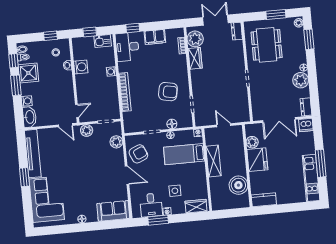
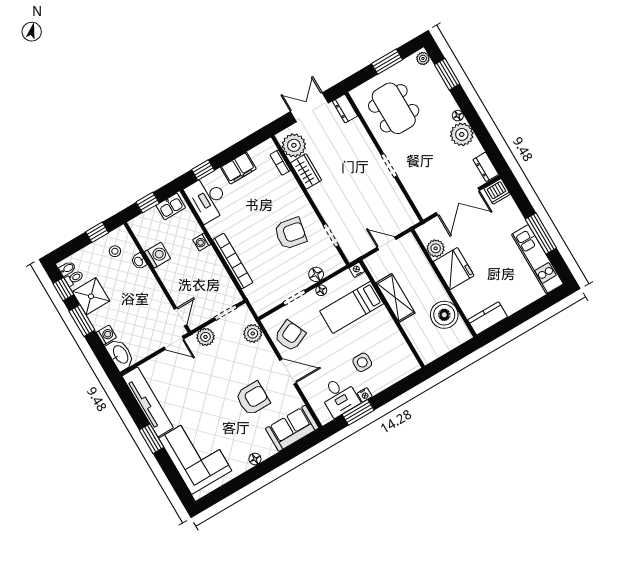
armchair: (98, 181) -> (253, 398), added
wardrobe: (196, 206) -> (400, 370), removed

